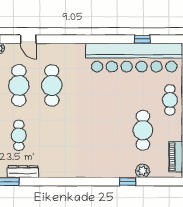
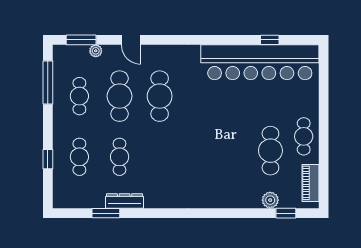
cafe table: (170, 100) -> (304, 136), moved
window: (128, 182) -> (286, 213), moved

